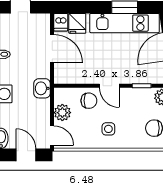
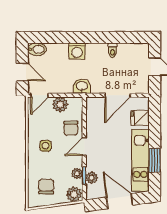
dishwasher: (61, 22) -> (141, 103), removed
plant: (144, 77) -> (92, 178), added
plant: (139, 94) -> (77, 173), added
door: (26, 155) -> (22, 72), hinge flipped

